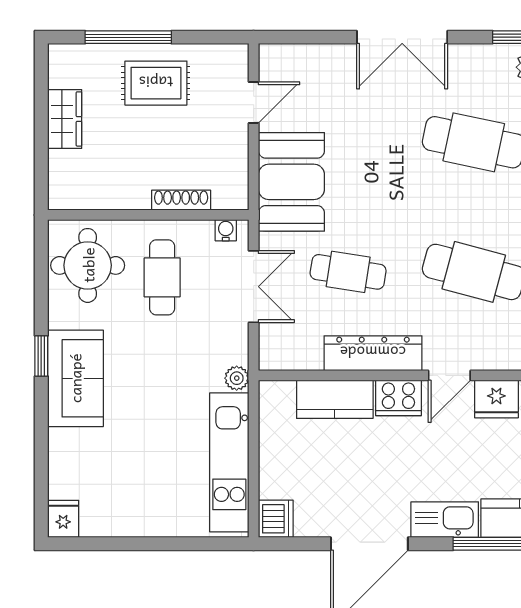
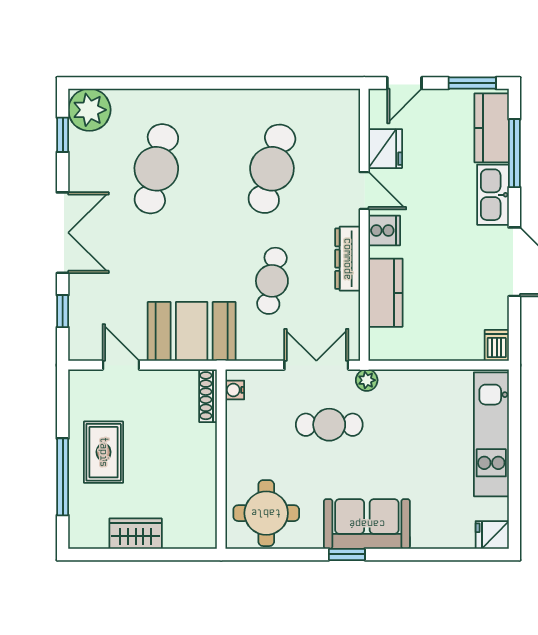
window: (314, 37) -> (63, 311), added
shoe rack: (181, 200) -> (208, 396), moved
cafe table: (162, 277) -> (329, 425), moved
double door: (254, 287) -> (316, 365), moved
dresser: (373, 353) -> (348, 259), width x0.73, depth x0.80
cooker: (398, 398) -> (384, 230), width x0.73
kitchen unit: (229, 462) -> (491, 434), moved, turned 90
dishwasher: (276, 519) -> (497, 345), width x0.73

